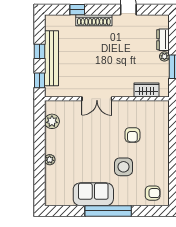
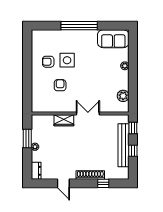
dresser: (163, 40) -> (36, 171), moved
wardrobe: (147, 90) -> (64, 120), moved
armchair: (153, 193) -> (48, 62), moved
sofa: (93, 194) -> (113, 39), moved

